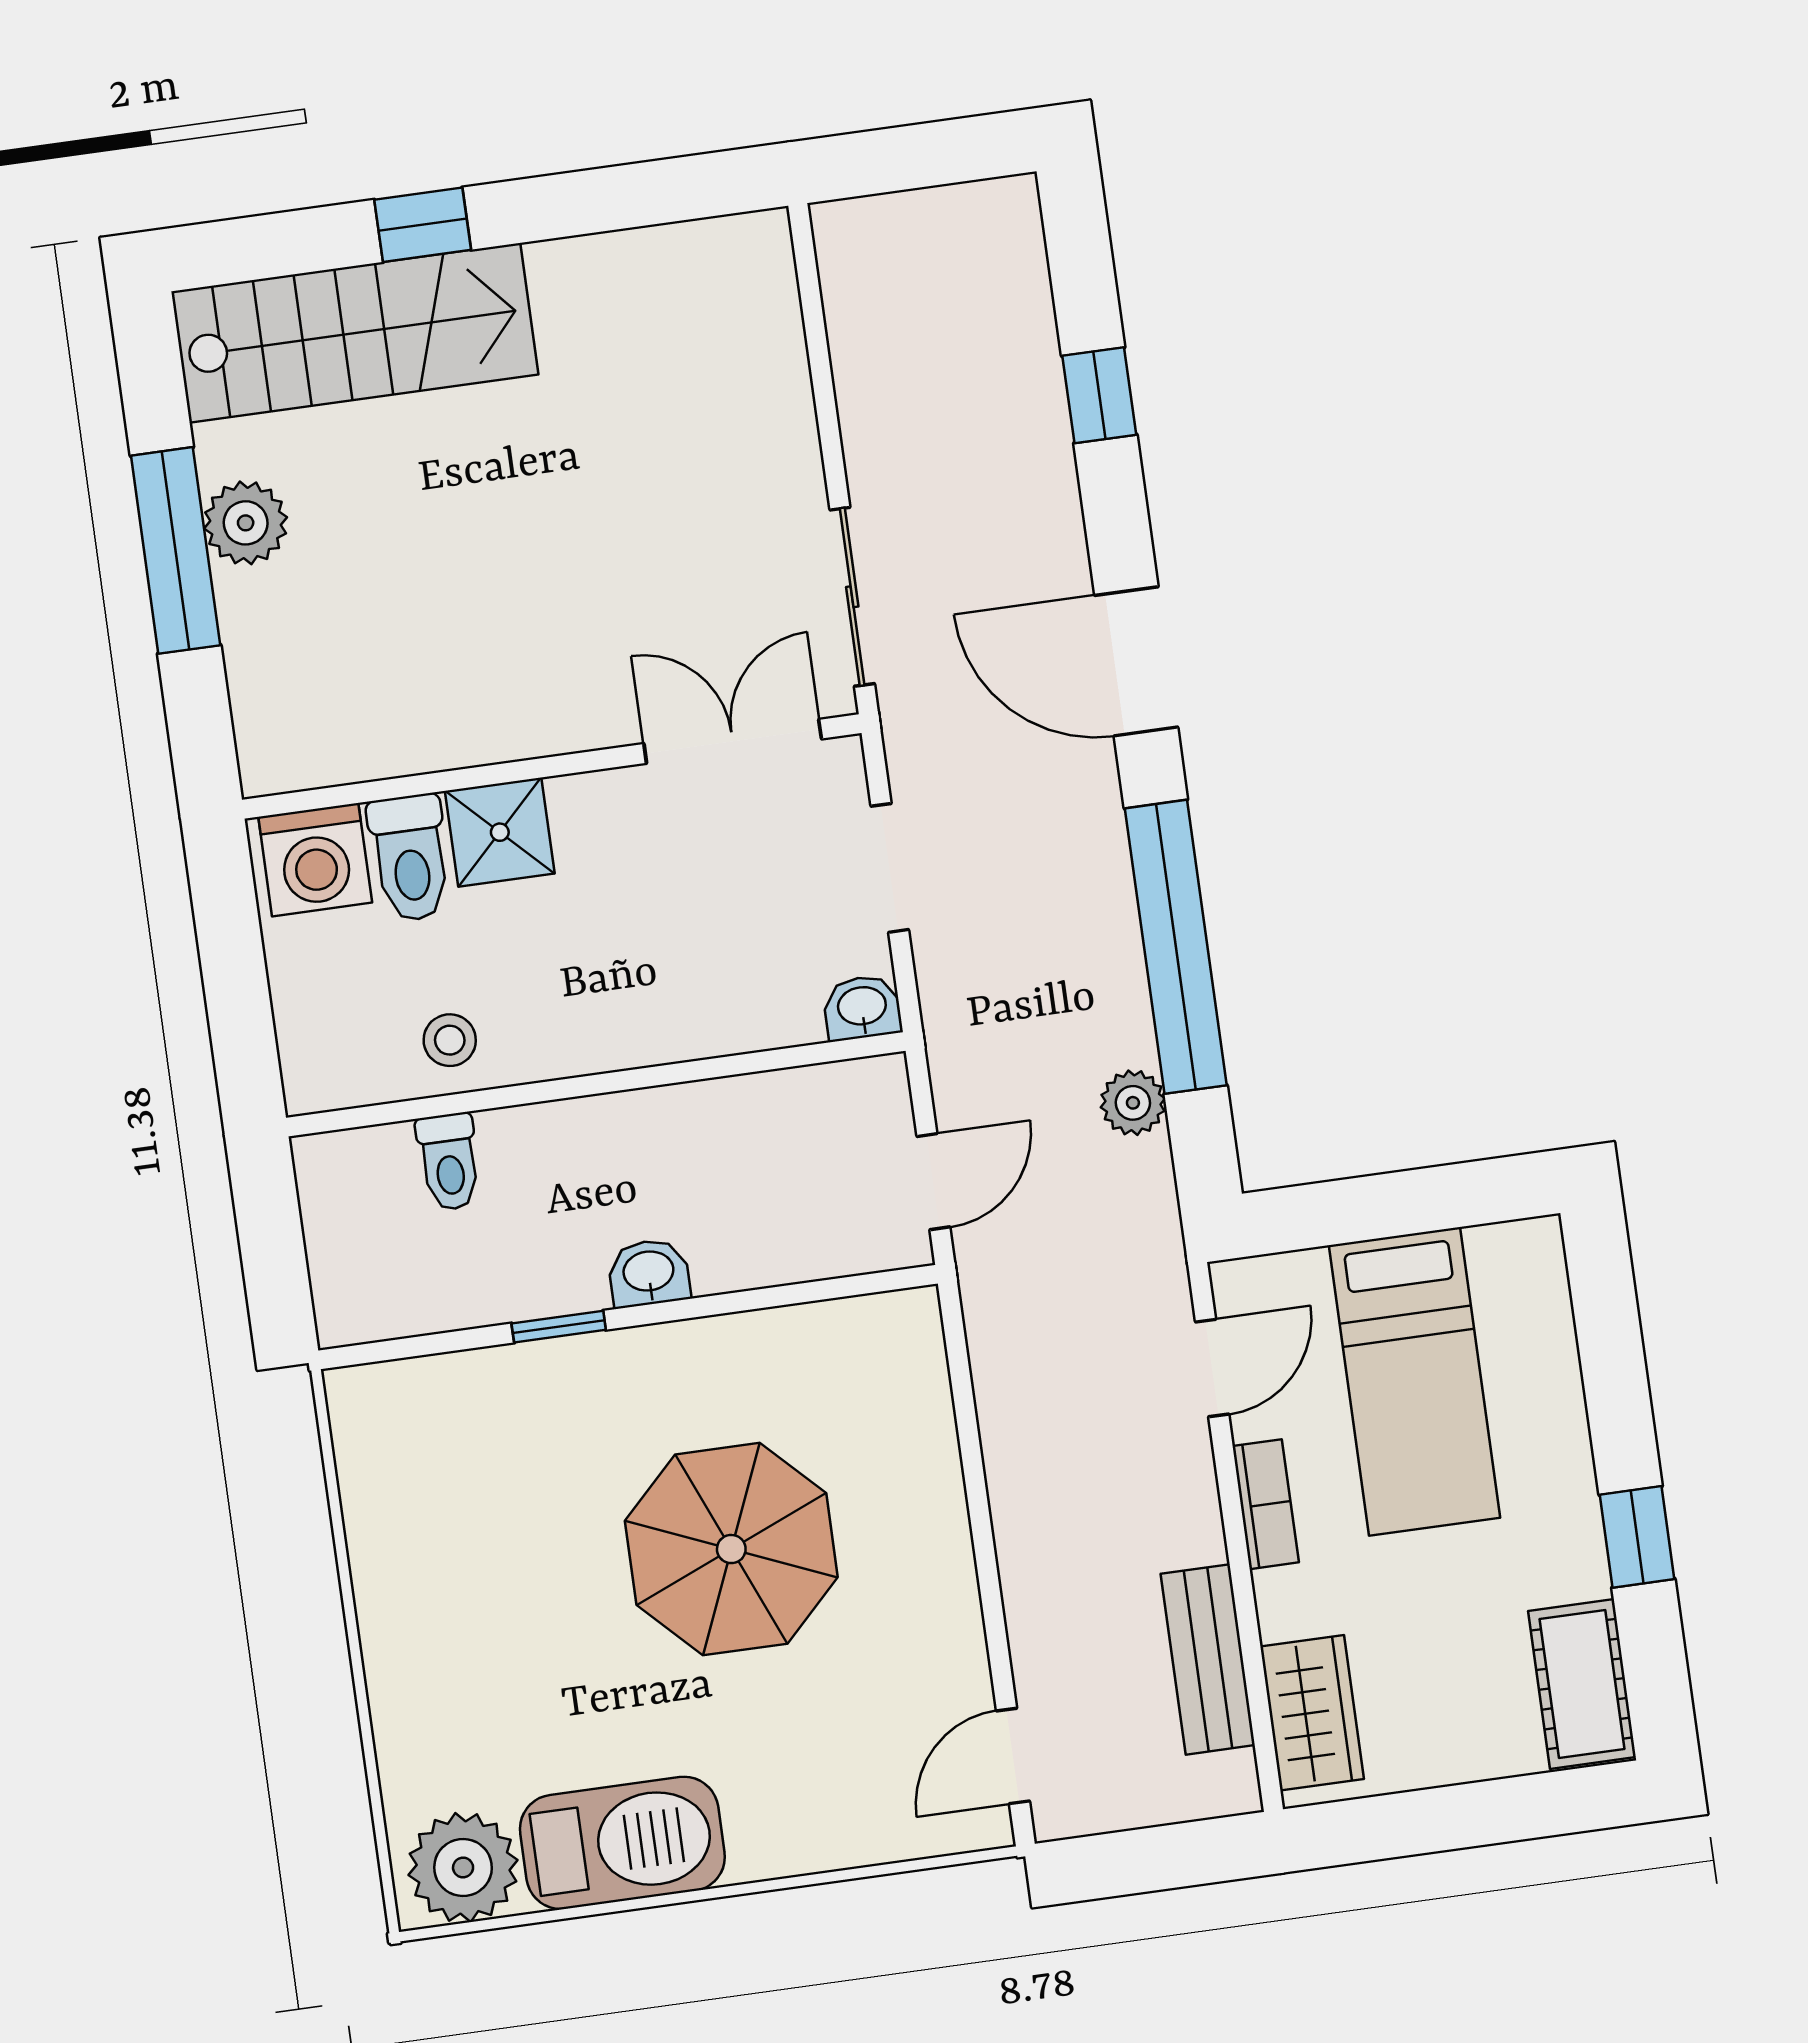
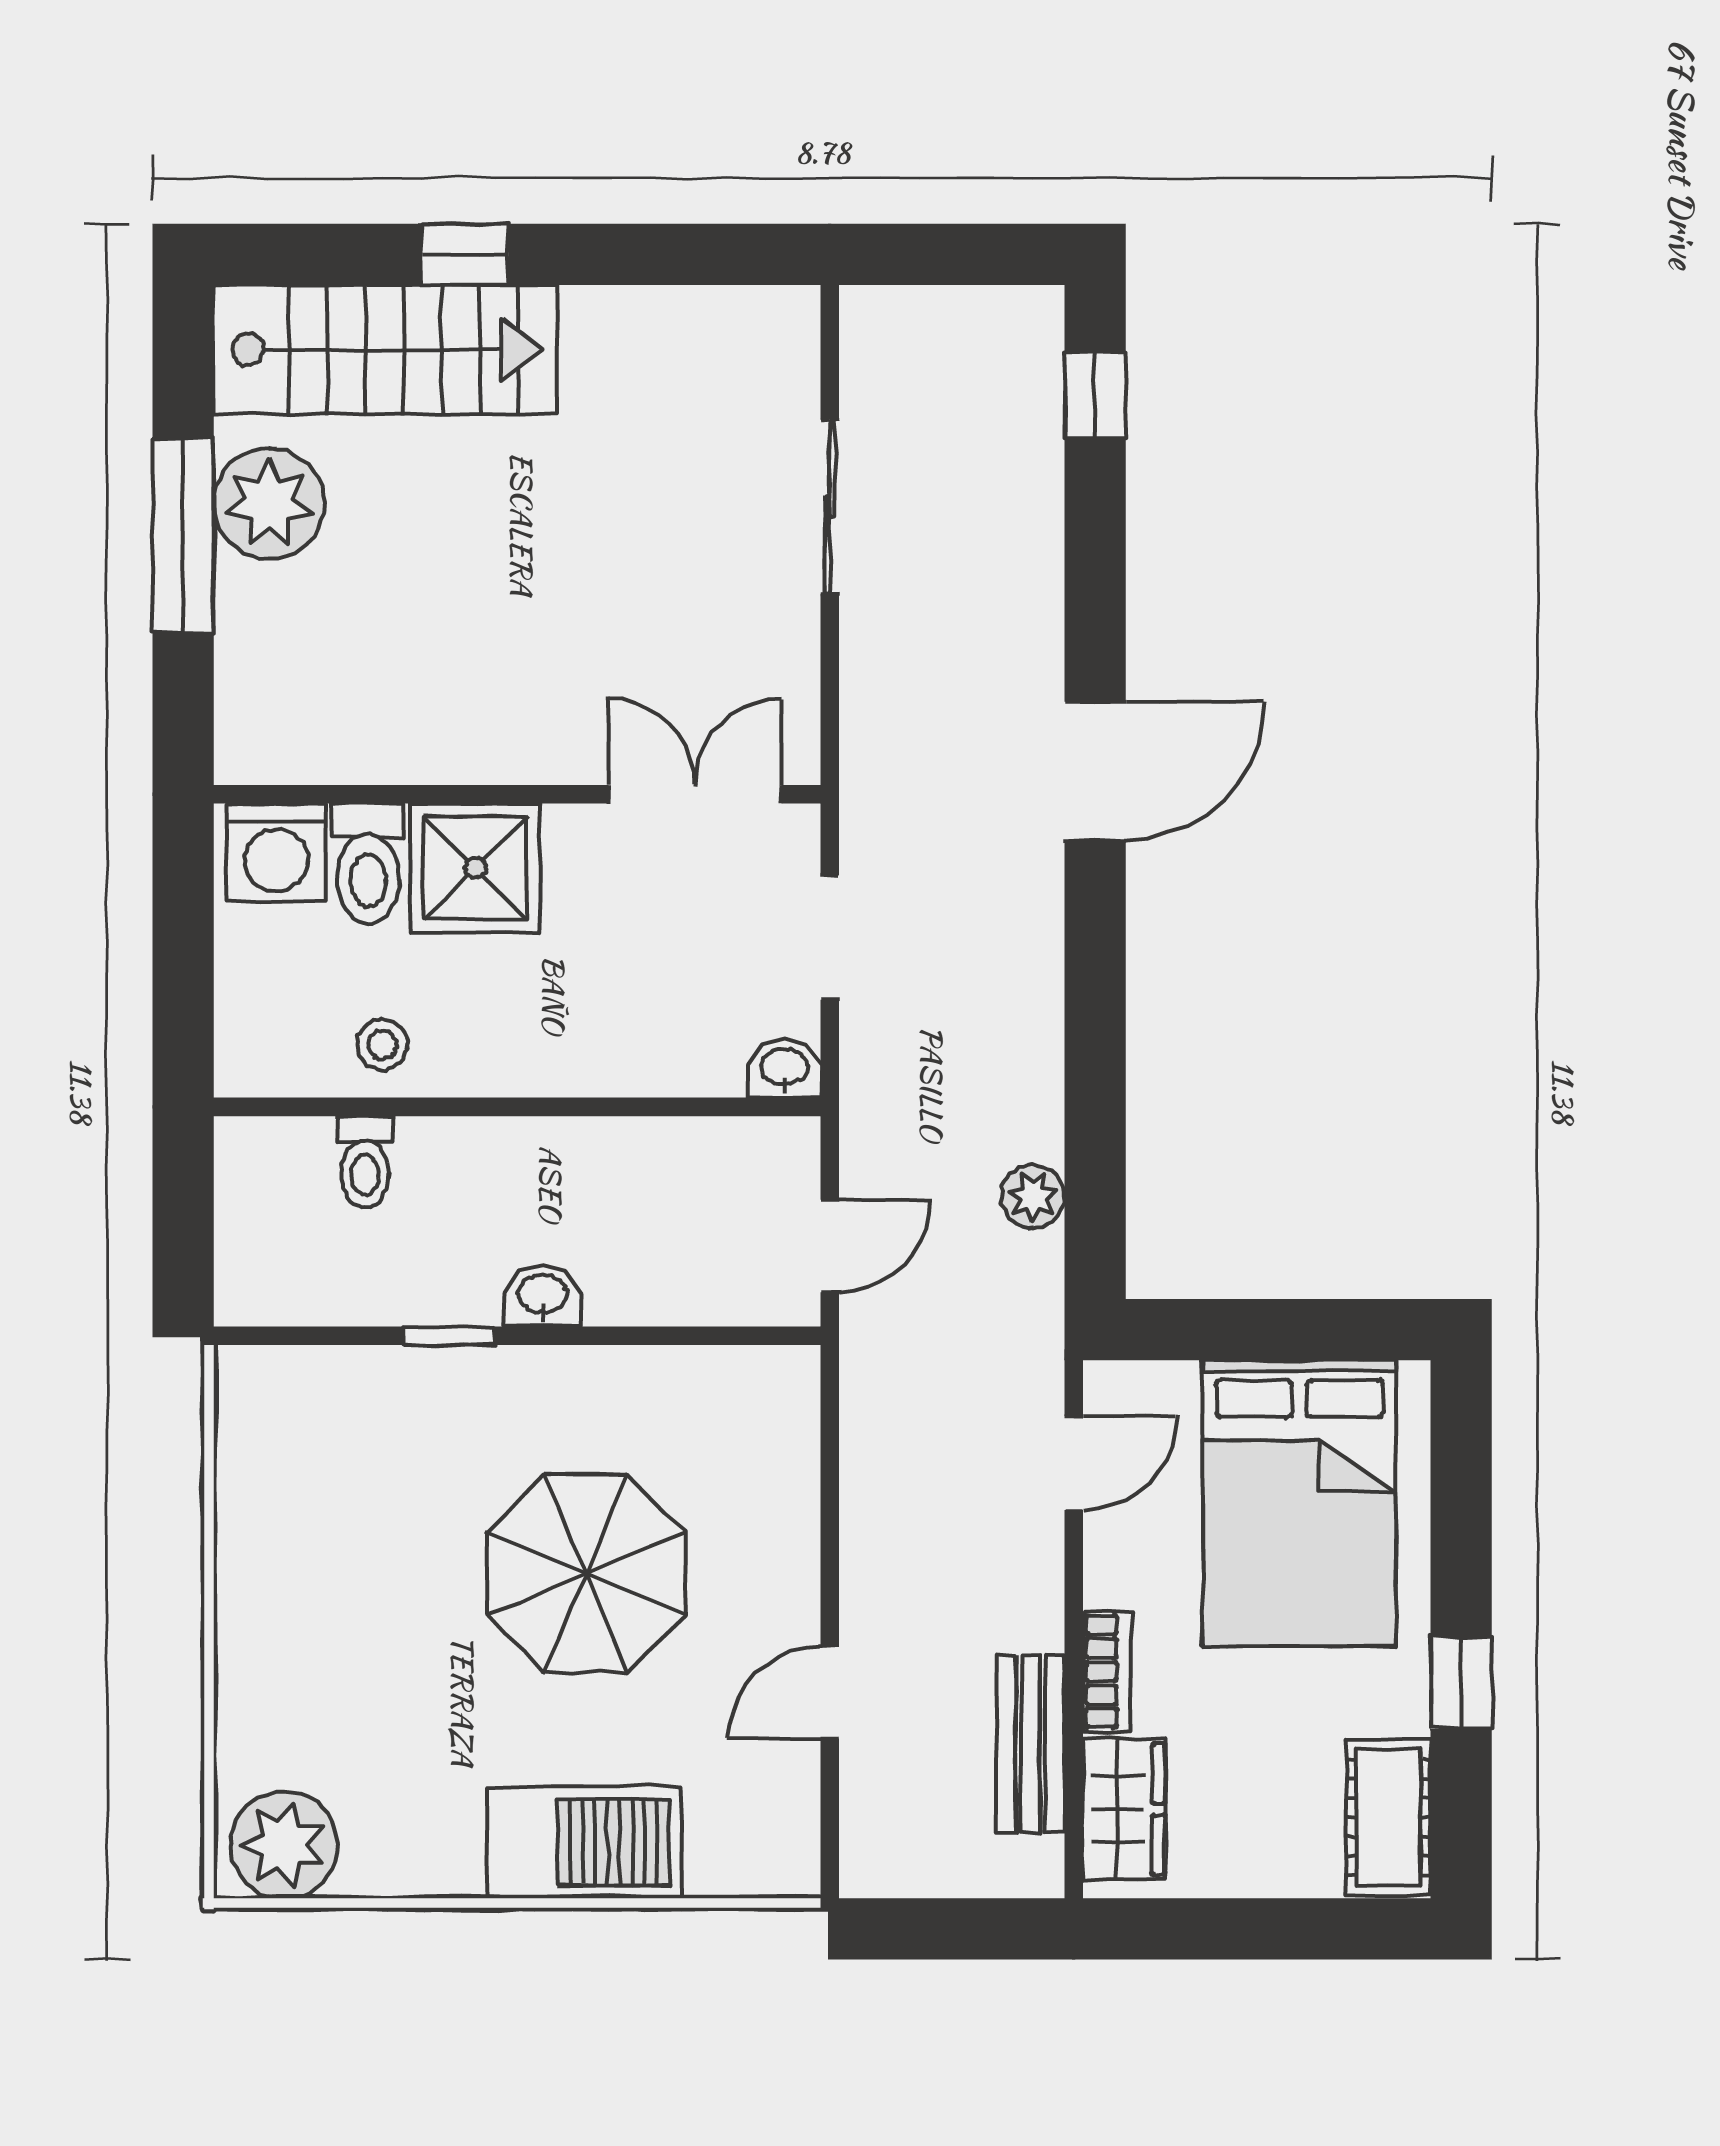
window: (1099, 395) -> (1095, 396), moved
plant: (246, 523) -> (269, 503), width x1.36, depth x1.36
sliding door: (852, 597) -> (830, 507), moved
door: (1136, 661) -> (1095, 771), swing flipped
shower: (500, 832) -> (475, 868), width x1.36, depth x1.36
window: (1176, 947) -> (1095, 1052), removed
bed: (1414, 1381) -> (1299, 1503), width x1.50
bookcase: (1266, 1504) -> (1107, 1671), moved
door: (1013, 1756) -> (830, 1692), moved
barbecue: (622, 1843) -> (584, 1842), moved

